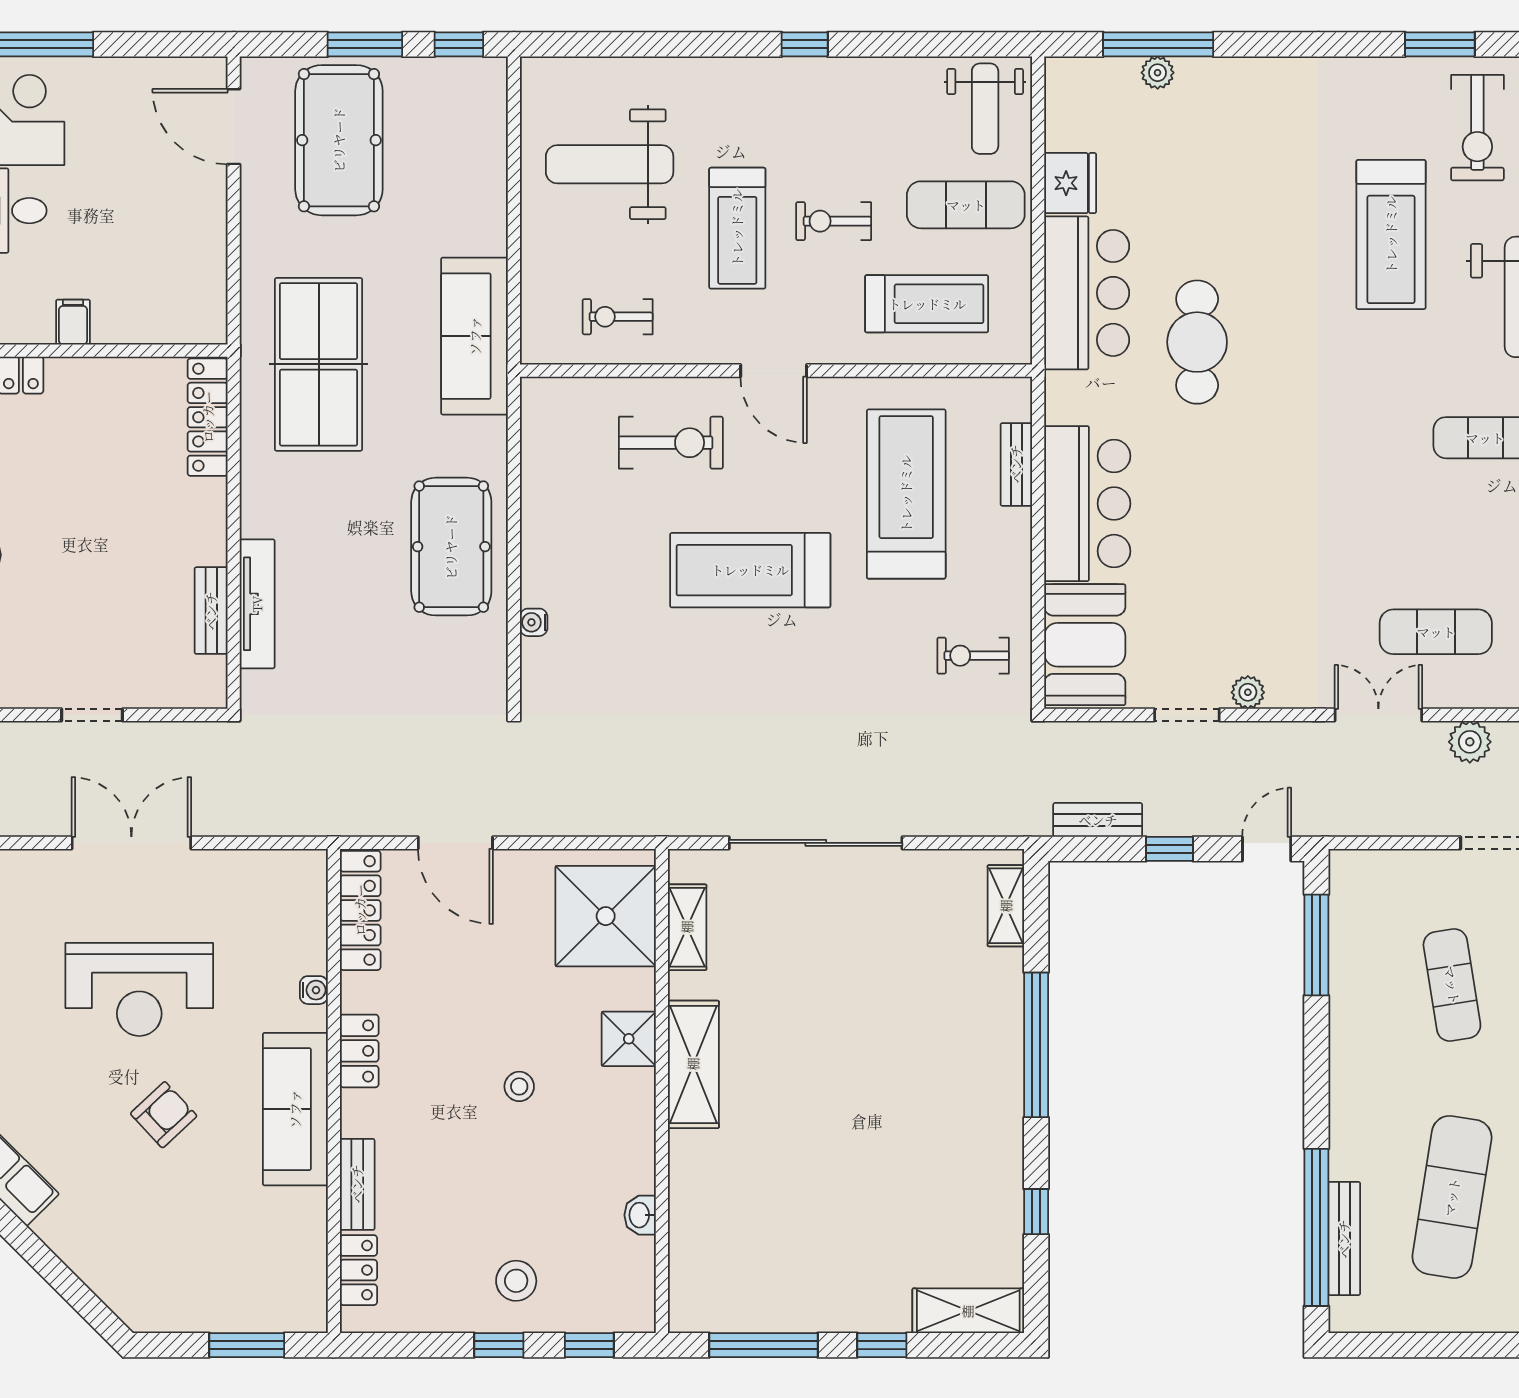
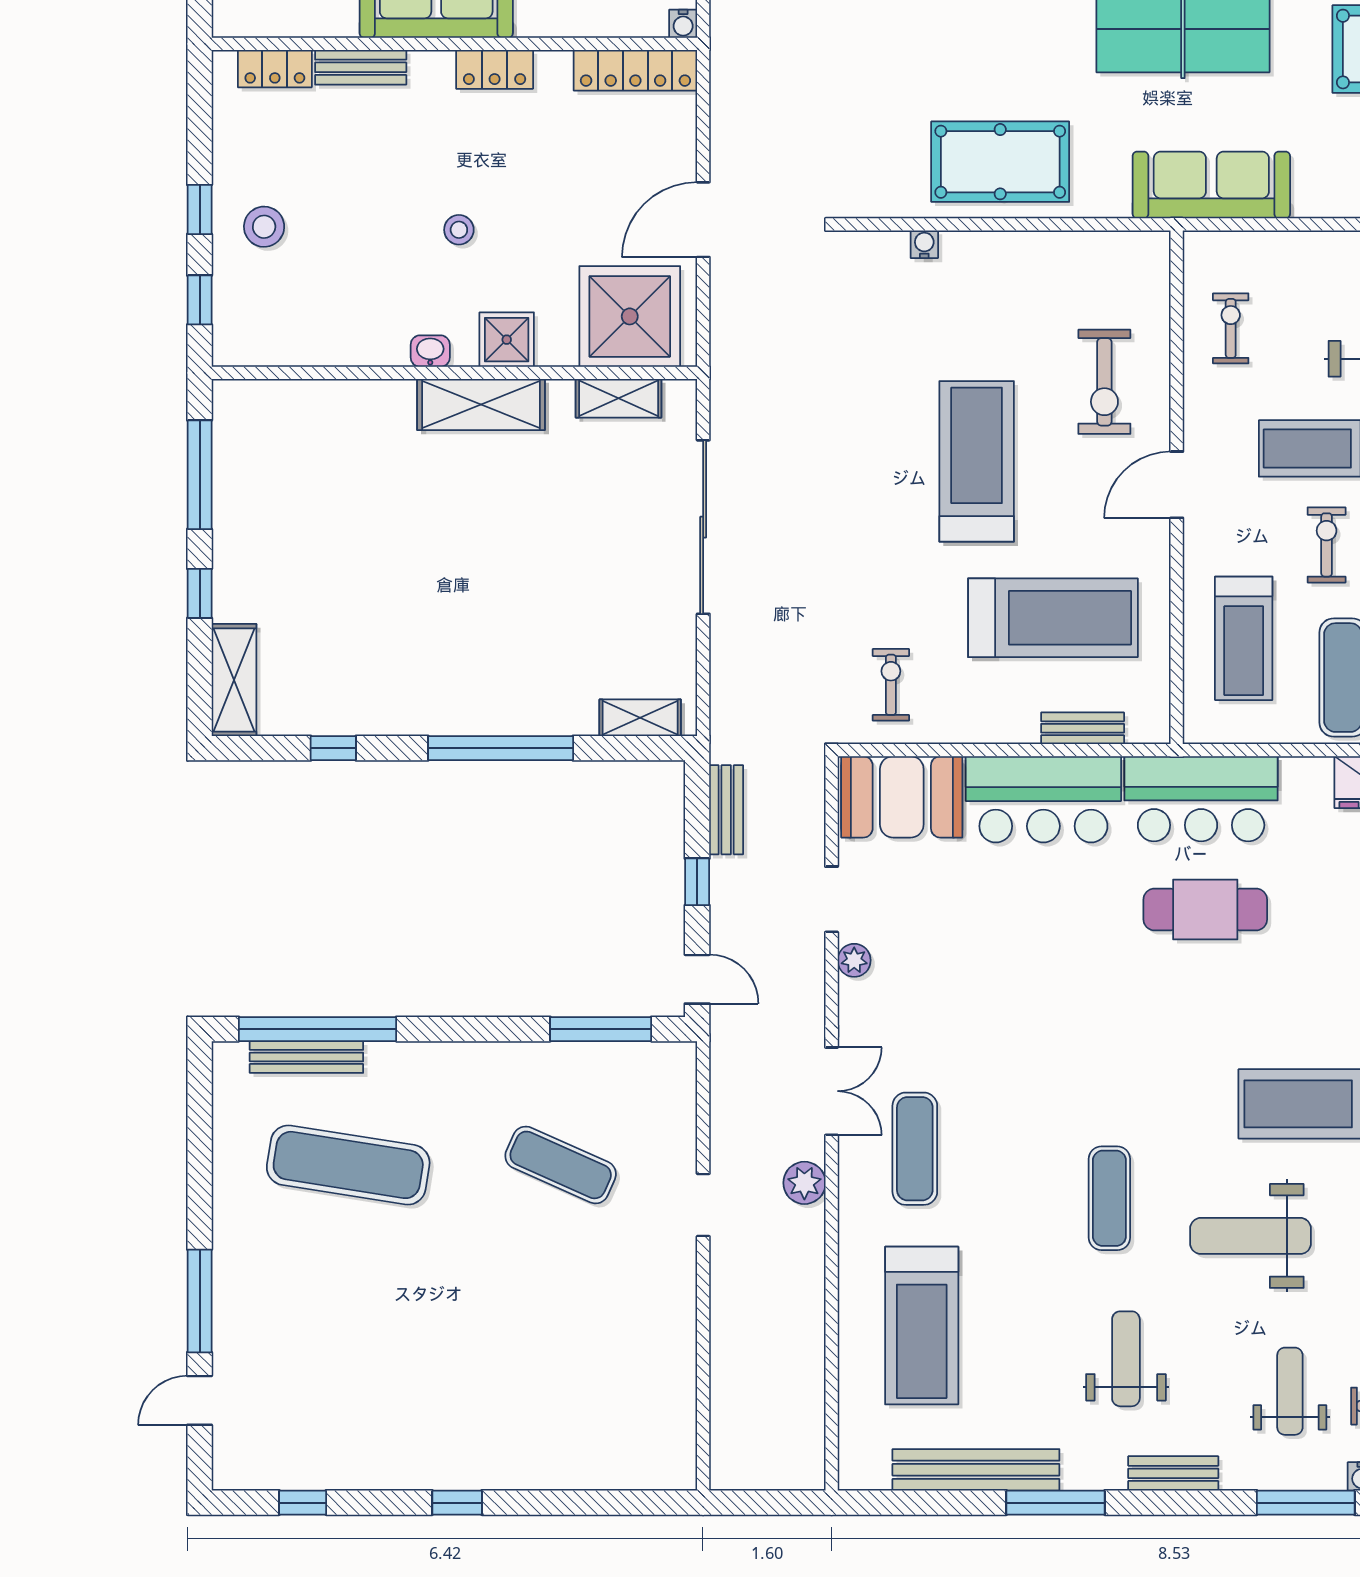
bar counter: (1087, 293) -> (1201, 799), moved
door: (455, 843) -> (703, 220), moved
exercise mat: (1452, 985) -> (561, 1165), turned 33
water cooler: (314, 990) -> (683, 24), moved
washbasin: (640, 1215) -> (430, 351), moved

